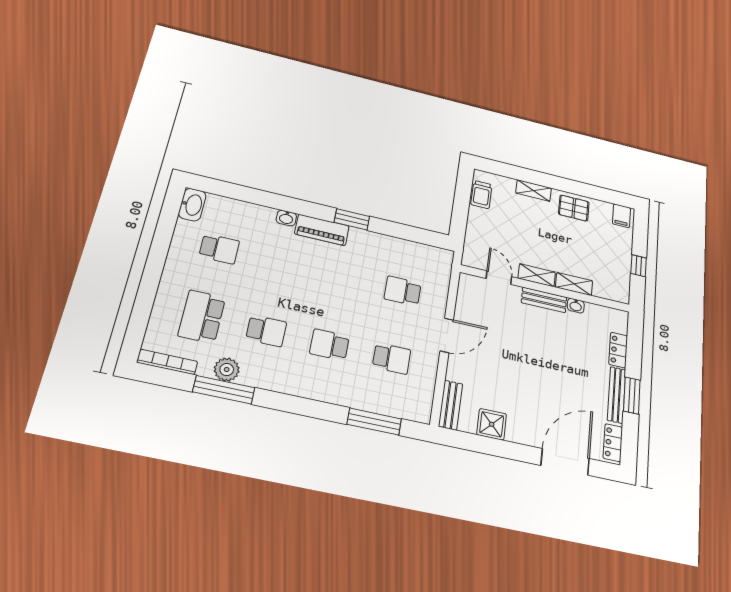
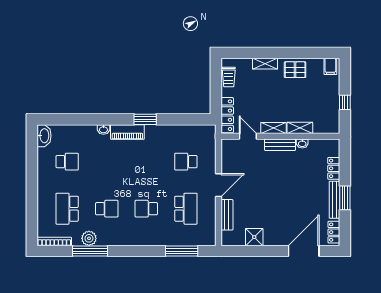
locker: (473, 243) -> (227, 115), added
school desk: (392, 358) -> (186, 209), width x1.85
bench: (451, 405) -> (227, 215), moved

